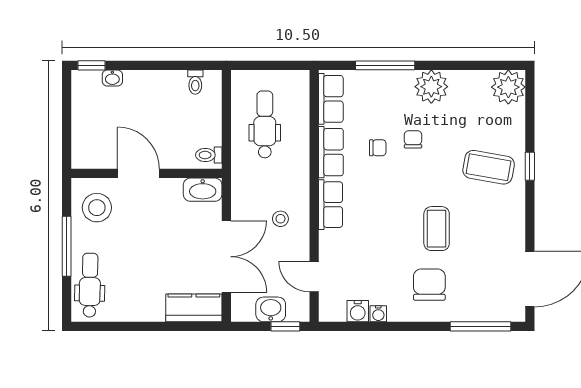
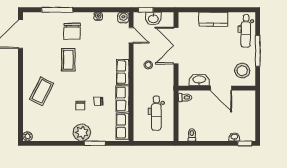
window: (385, 65) -> (95, 143), width x0.69
plant: (431, 87) -> (82, 132), moved
plant: (508, 87) -> (28, 136), width x0.53, depth x0.53
window: (530, 166) -> (21, 92), removed
coffee table: (489, 167) -> (42, 91), turned -73
washbasin: (203, 190) -> (199, 80), moved
kitchen counter: (194, 308) -> (213, 19), moved
water cooler: (358, 311) -> (123, 18), moved
window: (480, 326) -> (57, 10), moved

